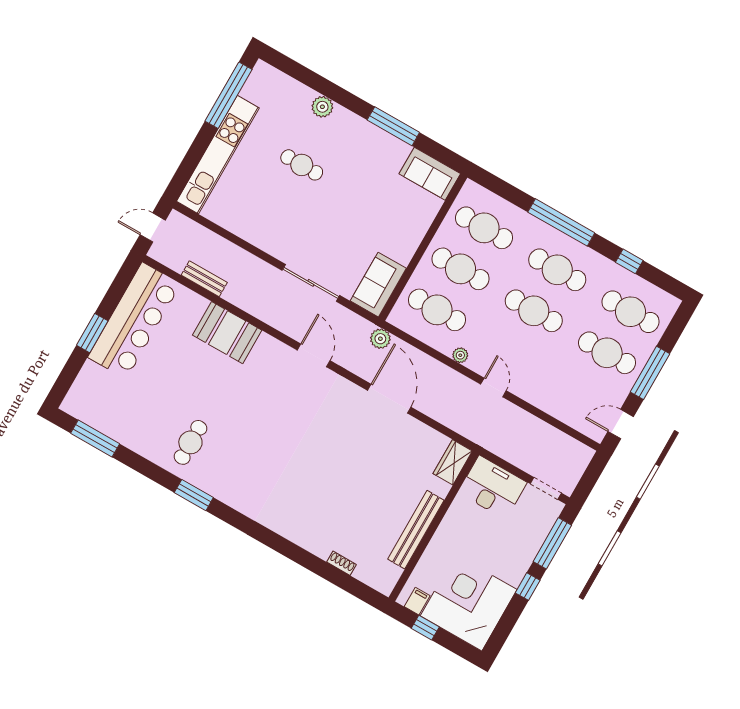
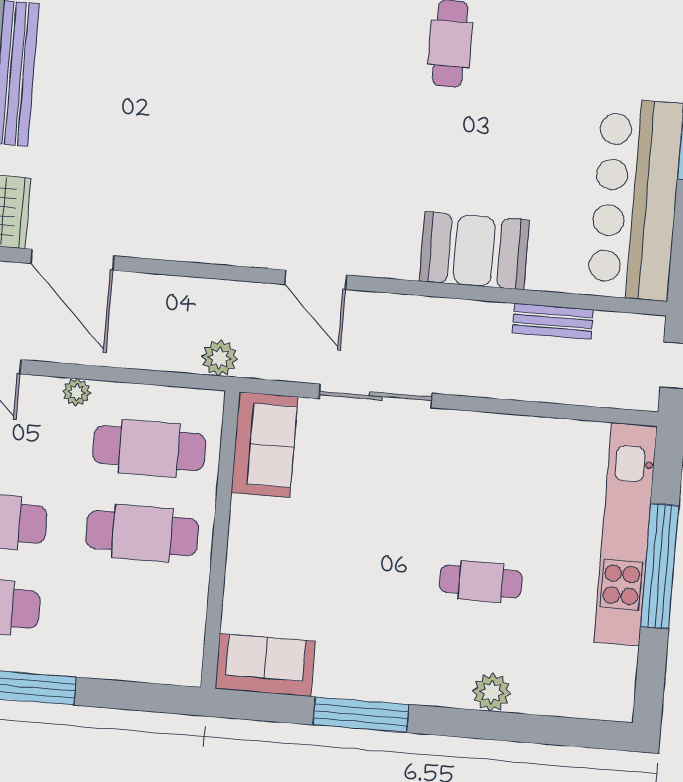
window: (228, 95) -> (660, 566), moved
cafe table: (484, 228) -> (135, 618), removed
door: (389, 399) -> (72, 260), moved

